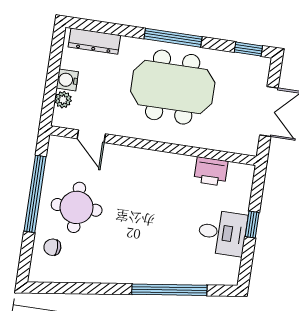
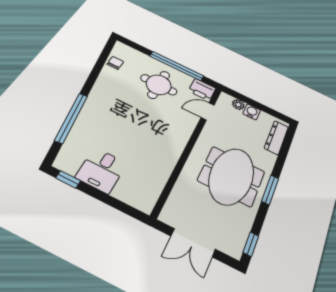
window: (173, 38) -> (270, 190), width x0.69
printer: (211, 171) -> (202, 90), moved, turned -90
window: (252, 225) -> (68, 179), moved
chair: (52, 247) -> (115, 63), moved

